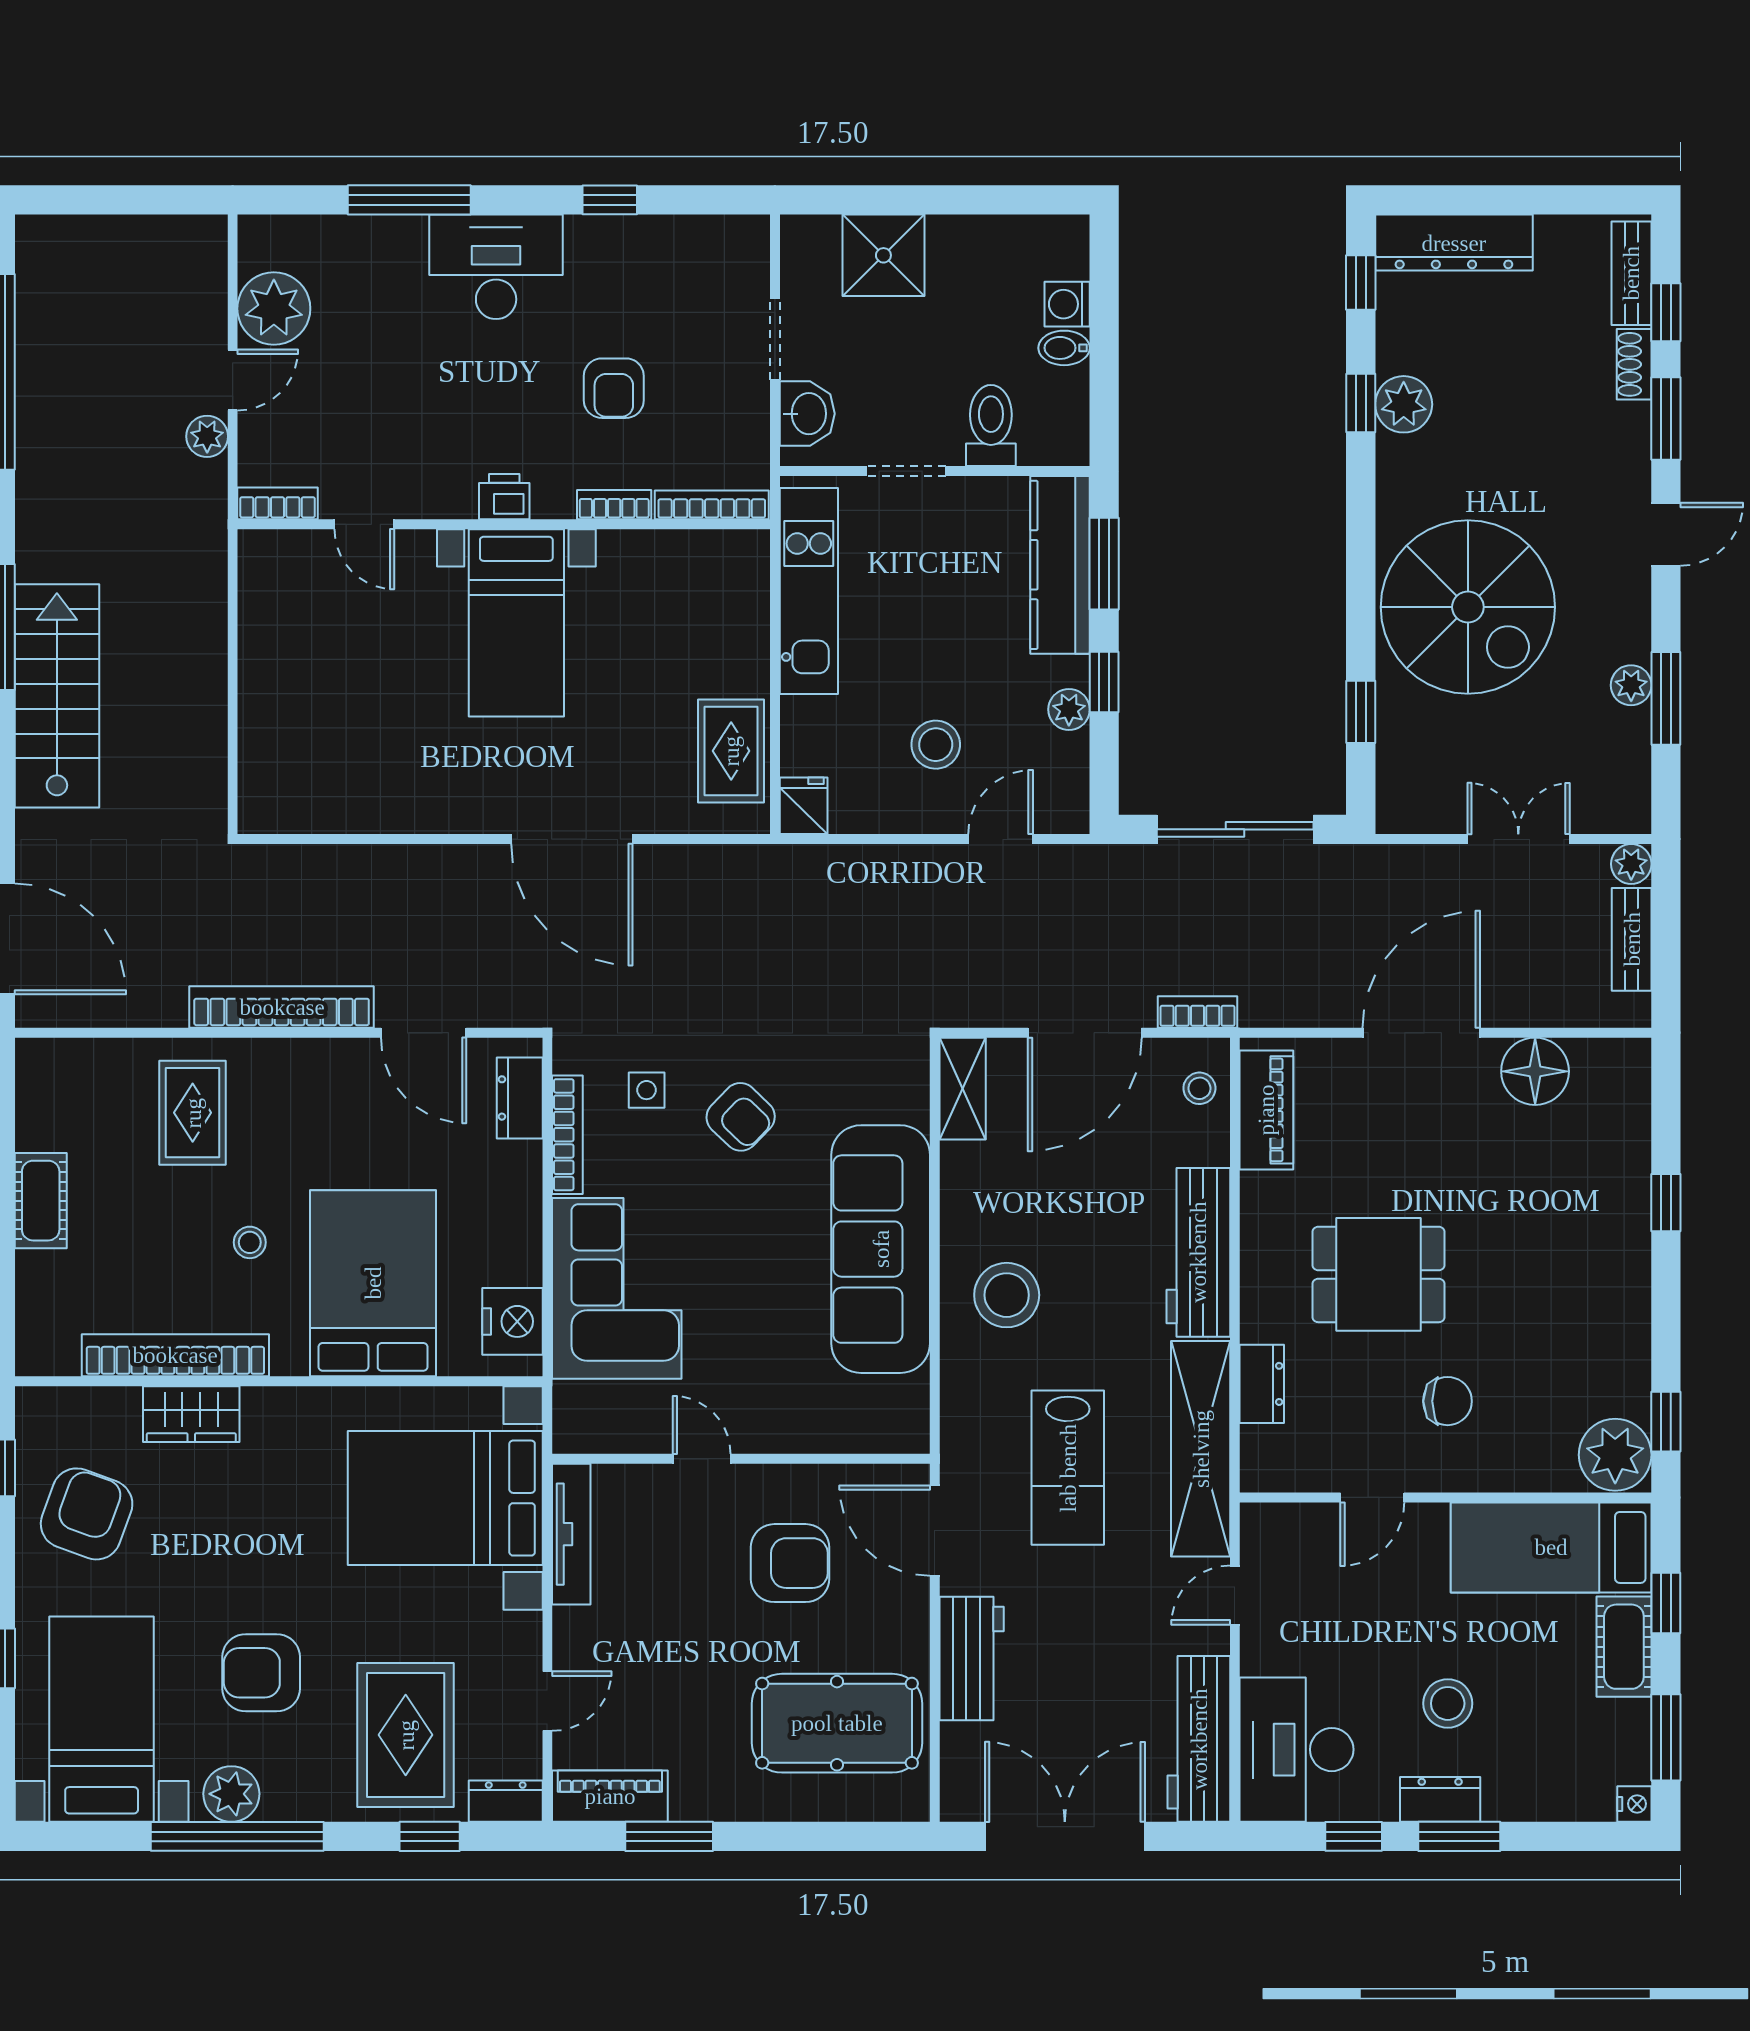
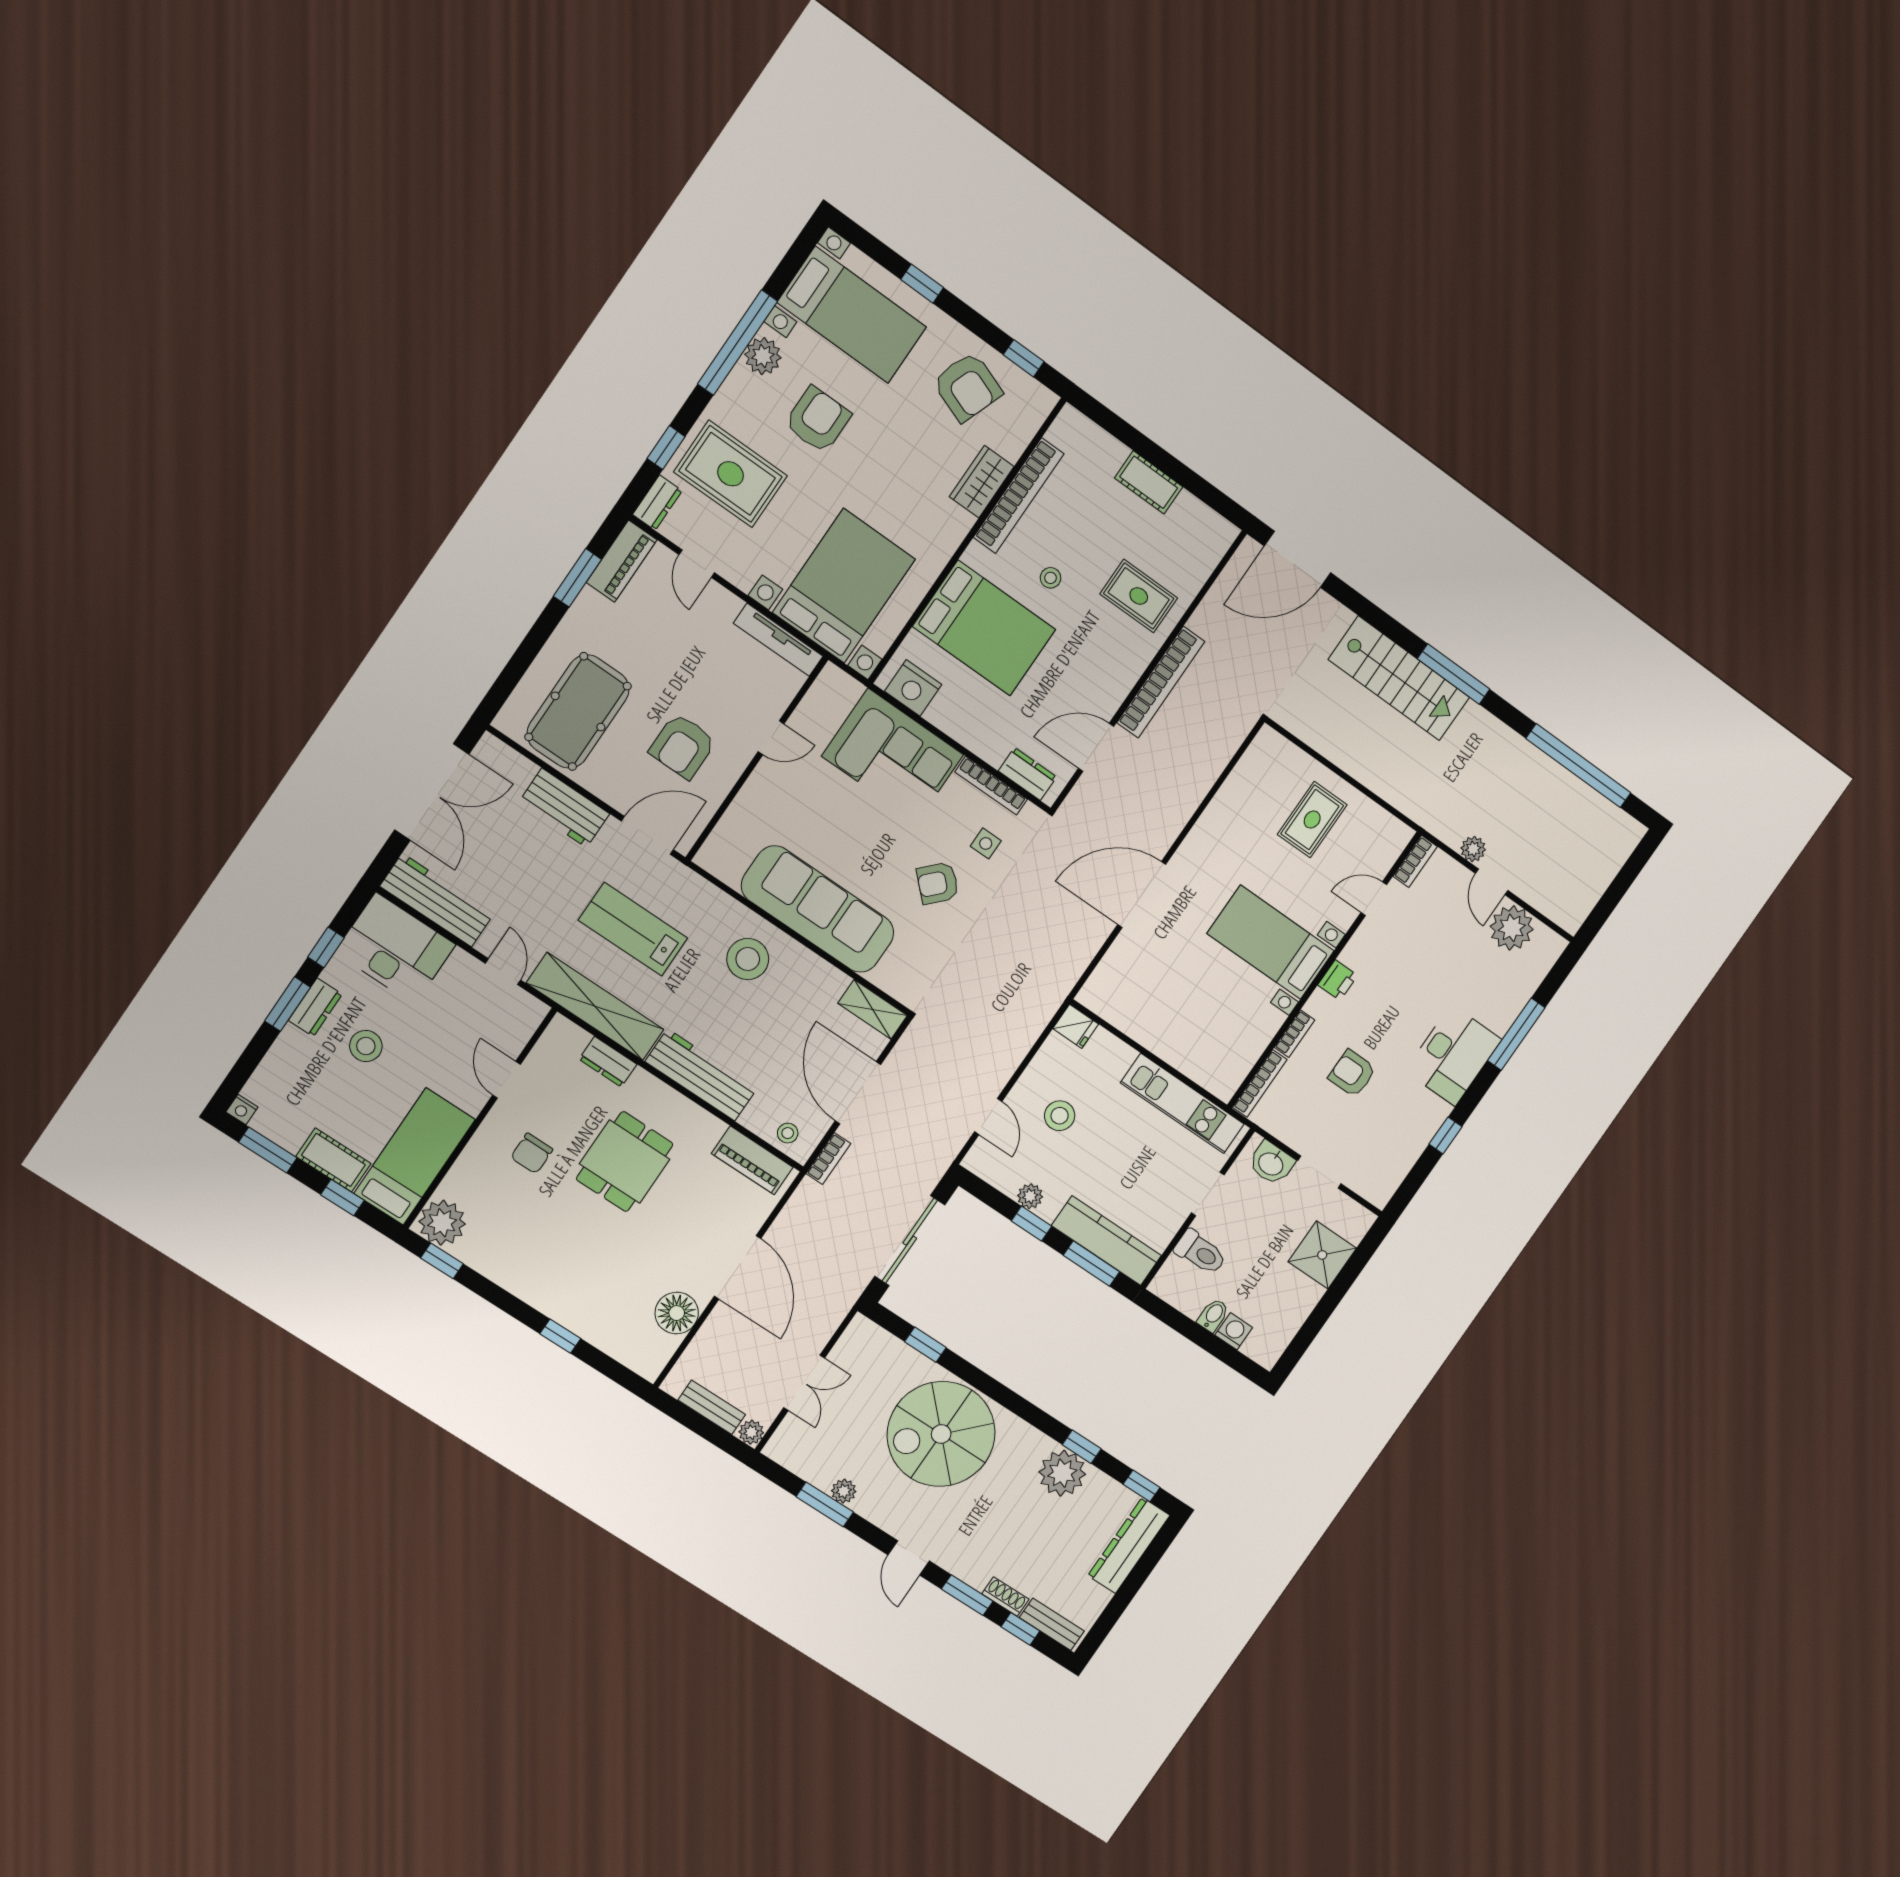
plant: (1404, 404) -> (1062, 1473), width x1.36, depth x1.36
rug: (731, 751) -> (1312, 820), moved, turned 90

